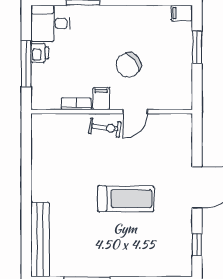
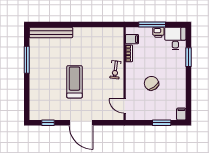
filing cabinet: (101, 99) -> (132, 39), moved
door: (135, 112) -> (125, 106), moved
treadmill: (126, 199) -> (74, 82), turned 180

